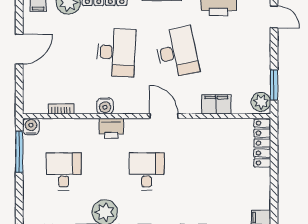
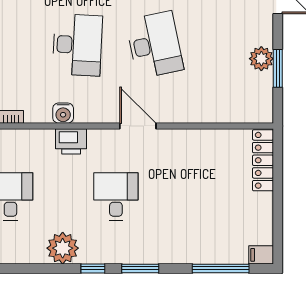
window: (274, 85) -> (278, 68), moved
plant: (261, 102) -> (261, 59), moved
filing cabinet: (216, 104) -> (205, 111), removed

